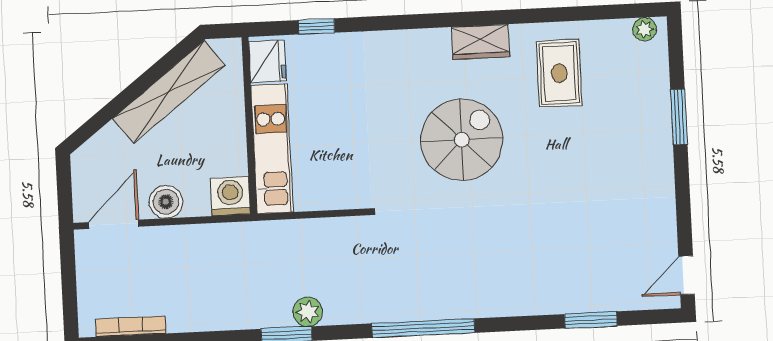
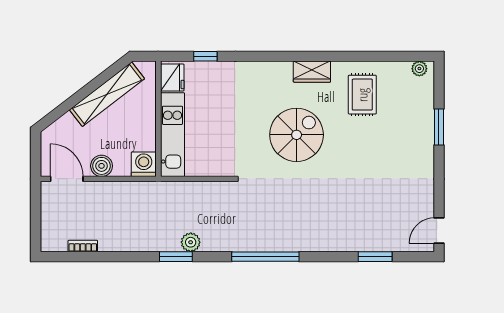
door: (114, 224) -> (67, 179), hinge flipped
bookcase: (131, 326) -> (83, 246), width x0.64

